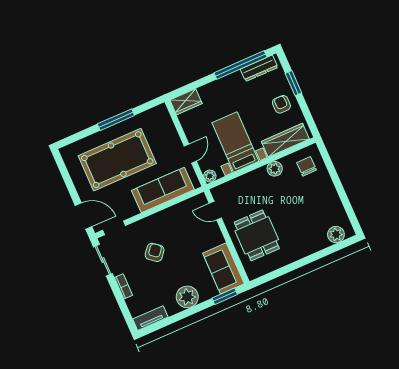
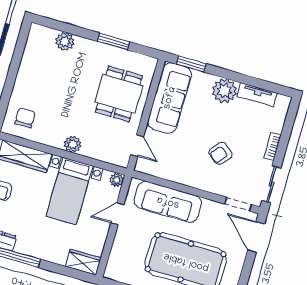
chair: (307, 166) -> (25, 118), turned 180
plant: (275, 169) -> (73, 144), moved
plant: (336, 234) -> (65, 41), moved
sofa: (223, 268) -> (170, 98), width x1.36
window: (290, 268) -> (114, 41), added
tv unit: (150, 318) -> (257, 95), moved

